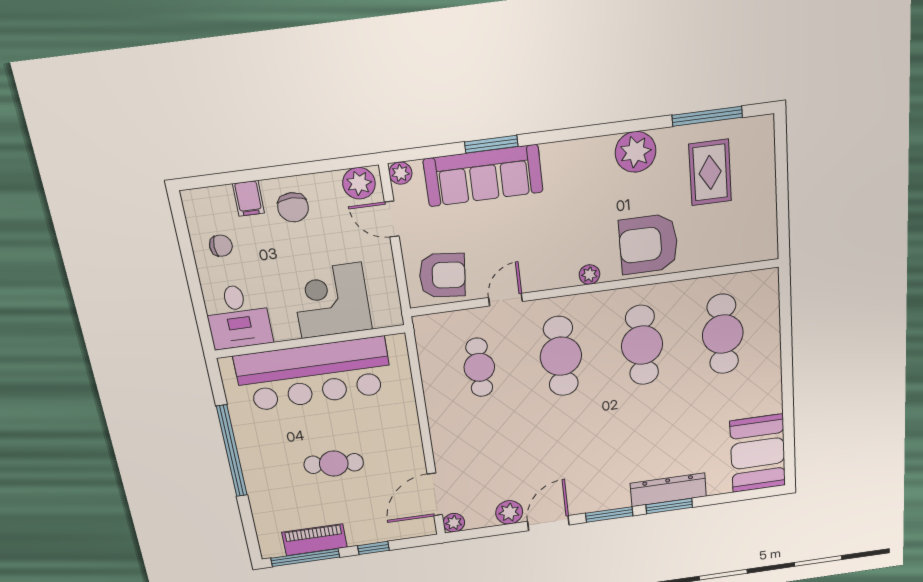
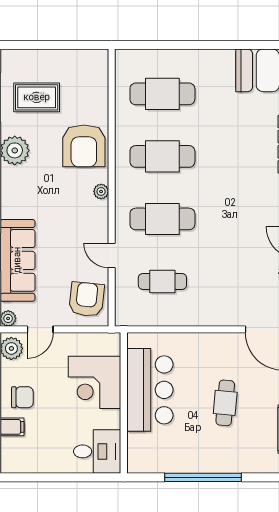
chair: (221, 246) -> (43, 453), removed
bar counter: (314, 374) -> (150, 390), width x0.73

